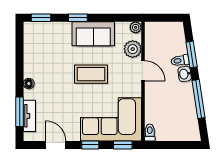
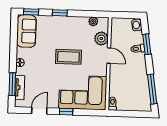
plant: (136, 27) -> (93, 21), moved
sofa: (93, 34) -> (26, 31), moved, turned -90
washbasin: (185, 74) -> (137, 25), moved
window: (198, 99) -> (152, 89), moved
door: (56, 145) -> (39, 111), hinge flipped
window: (123, 145) -> (91, 112), removed

